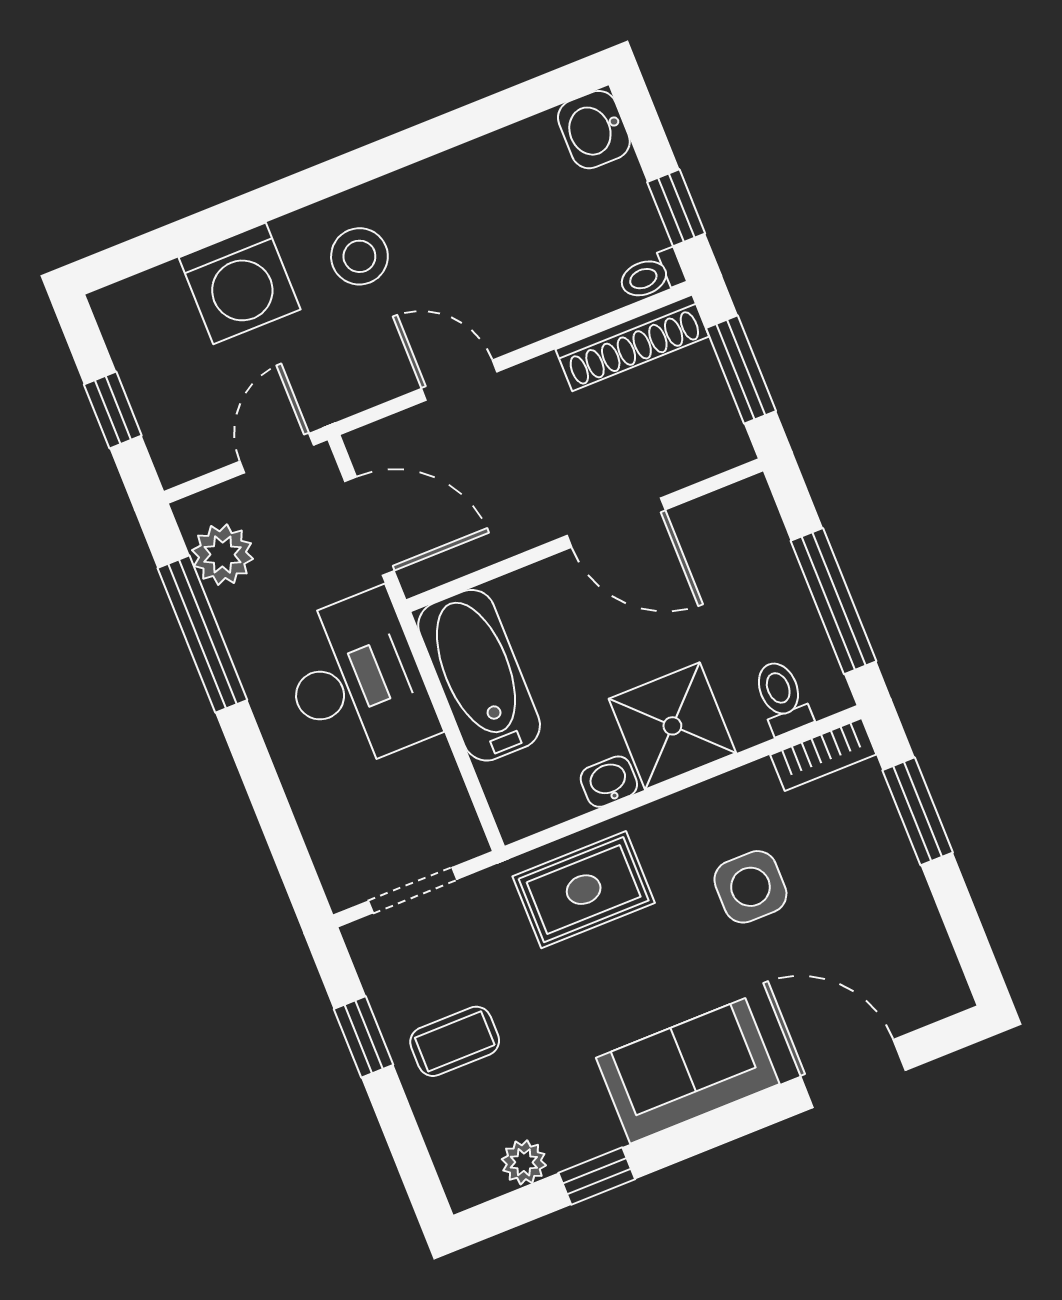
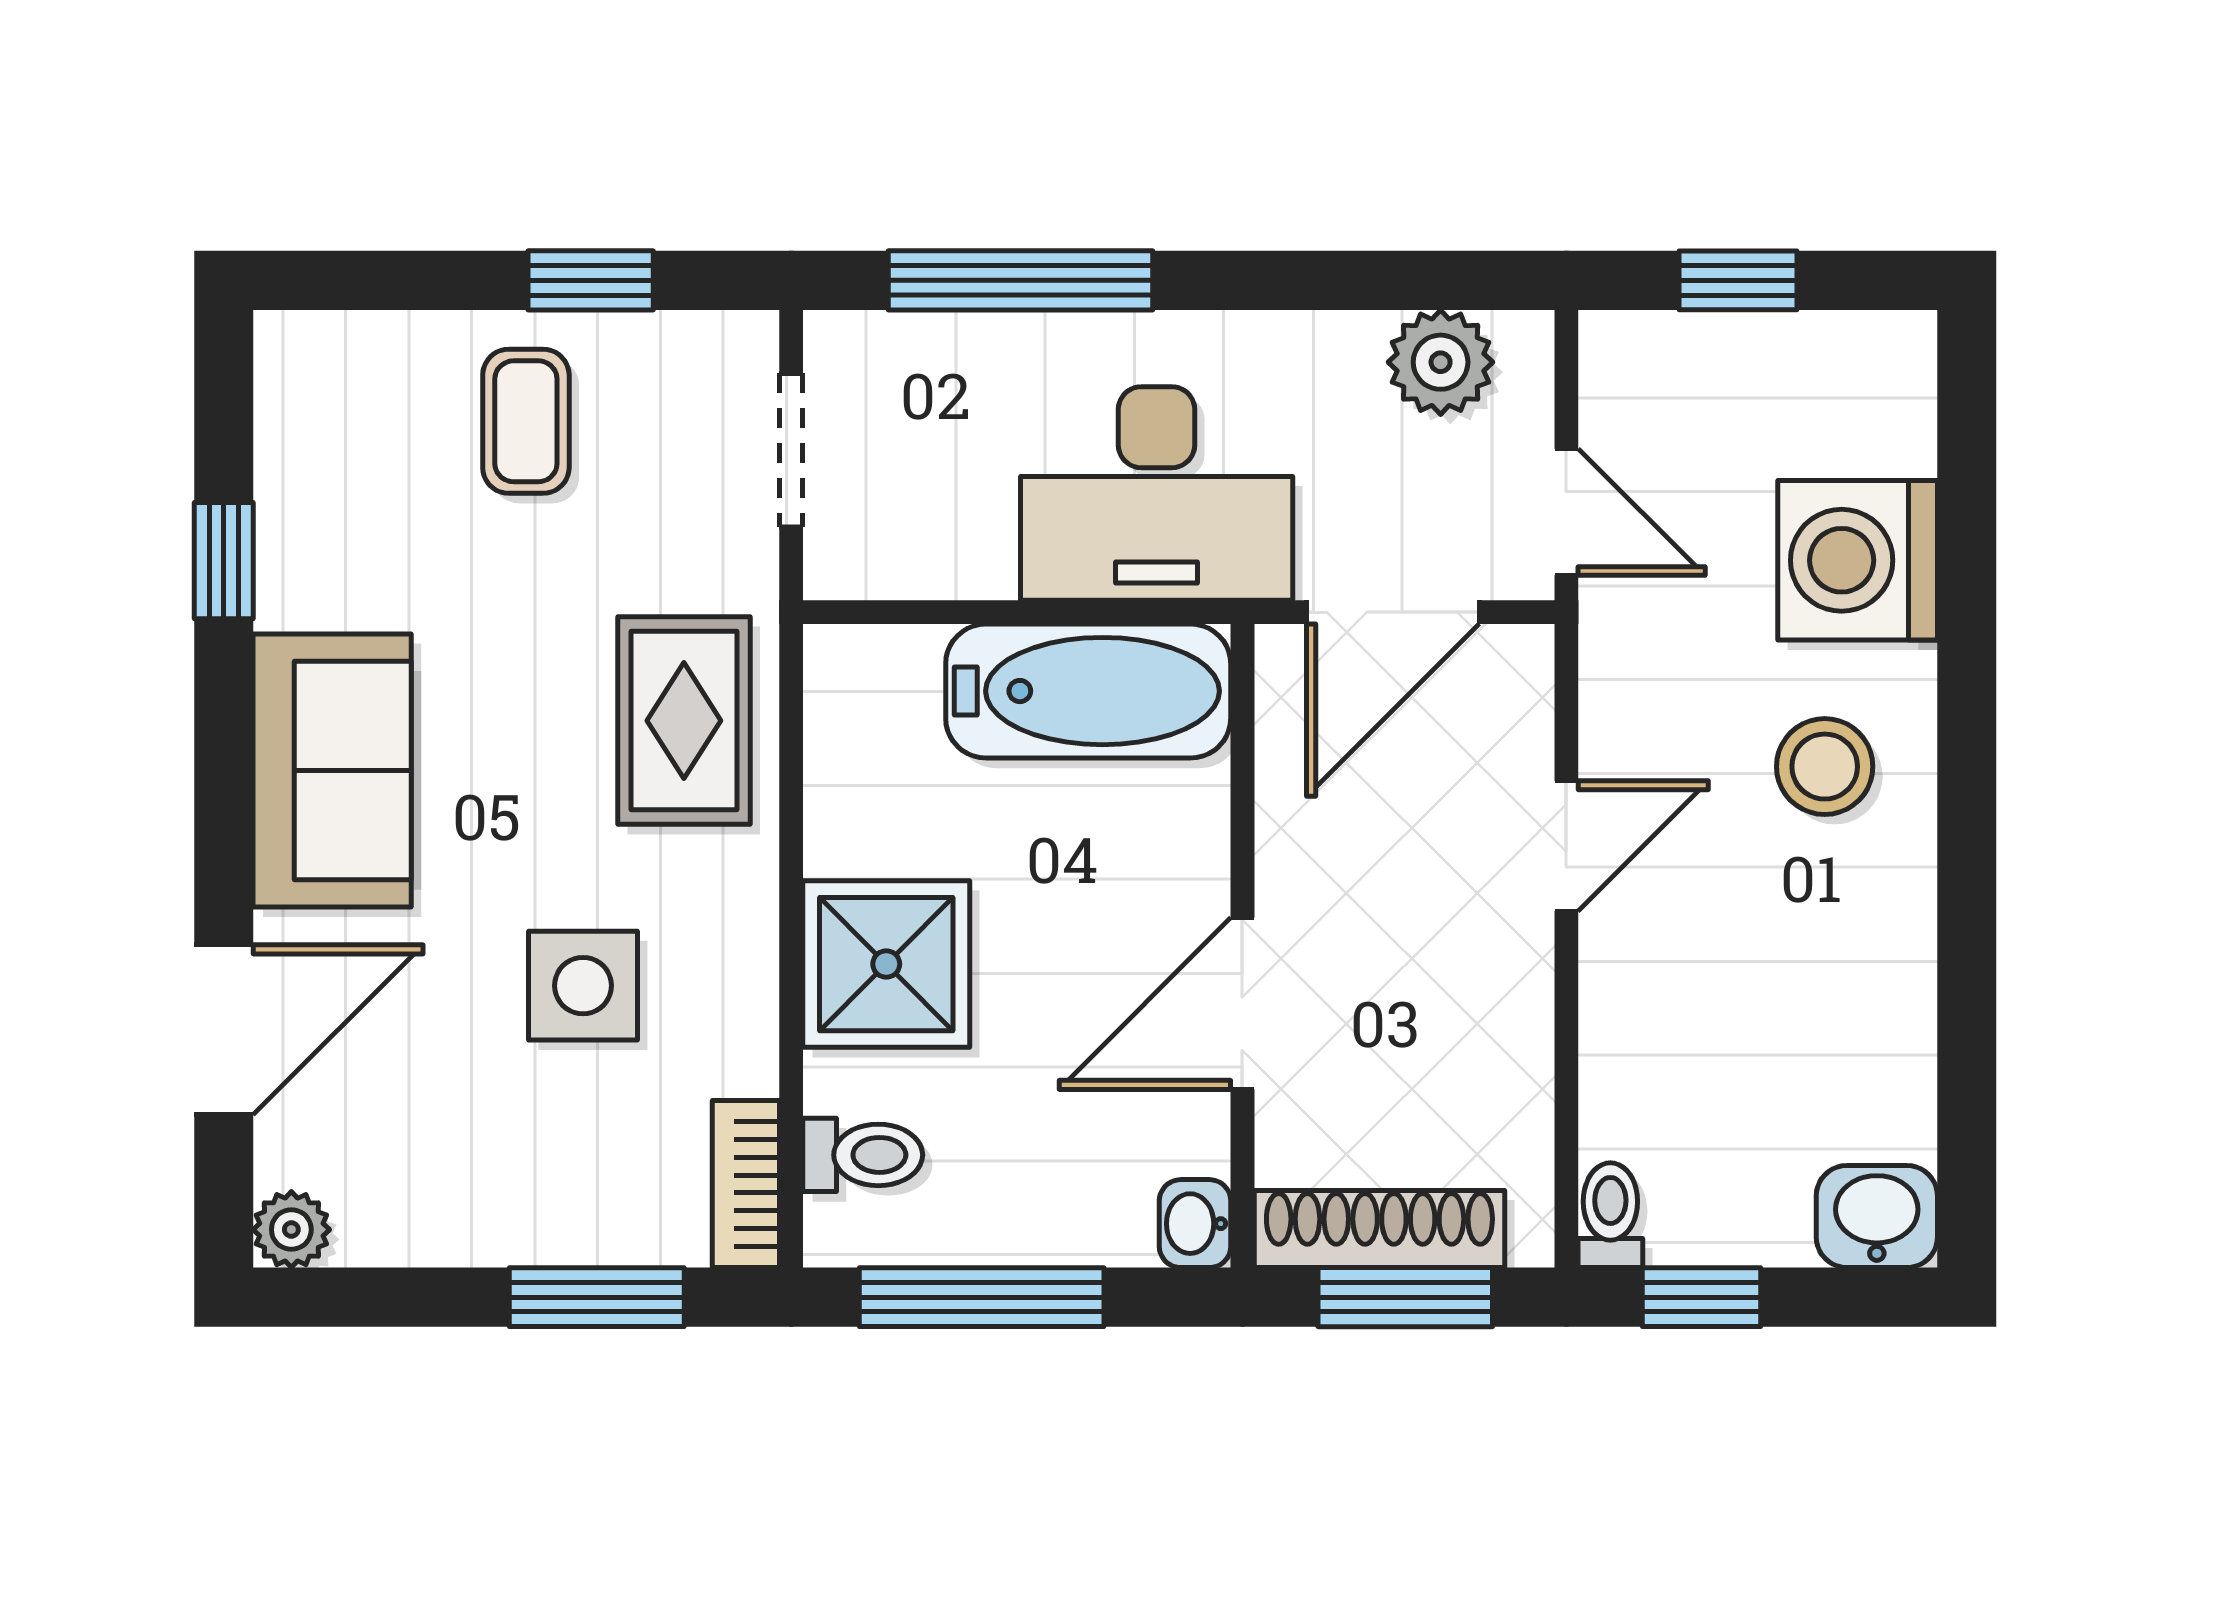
shoe rack: (632, 343) -> (1379, 1229), moved, turned 90
window: (202, 634) -> (1020, 280), moved
washbasin: (609, 782) -> (1195, 1224), moved, turned 180
plant: (524, 1162) -> (291, 1230), moved

